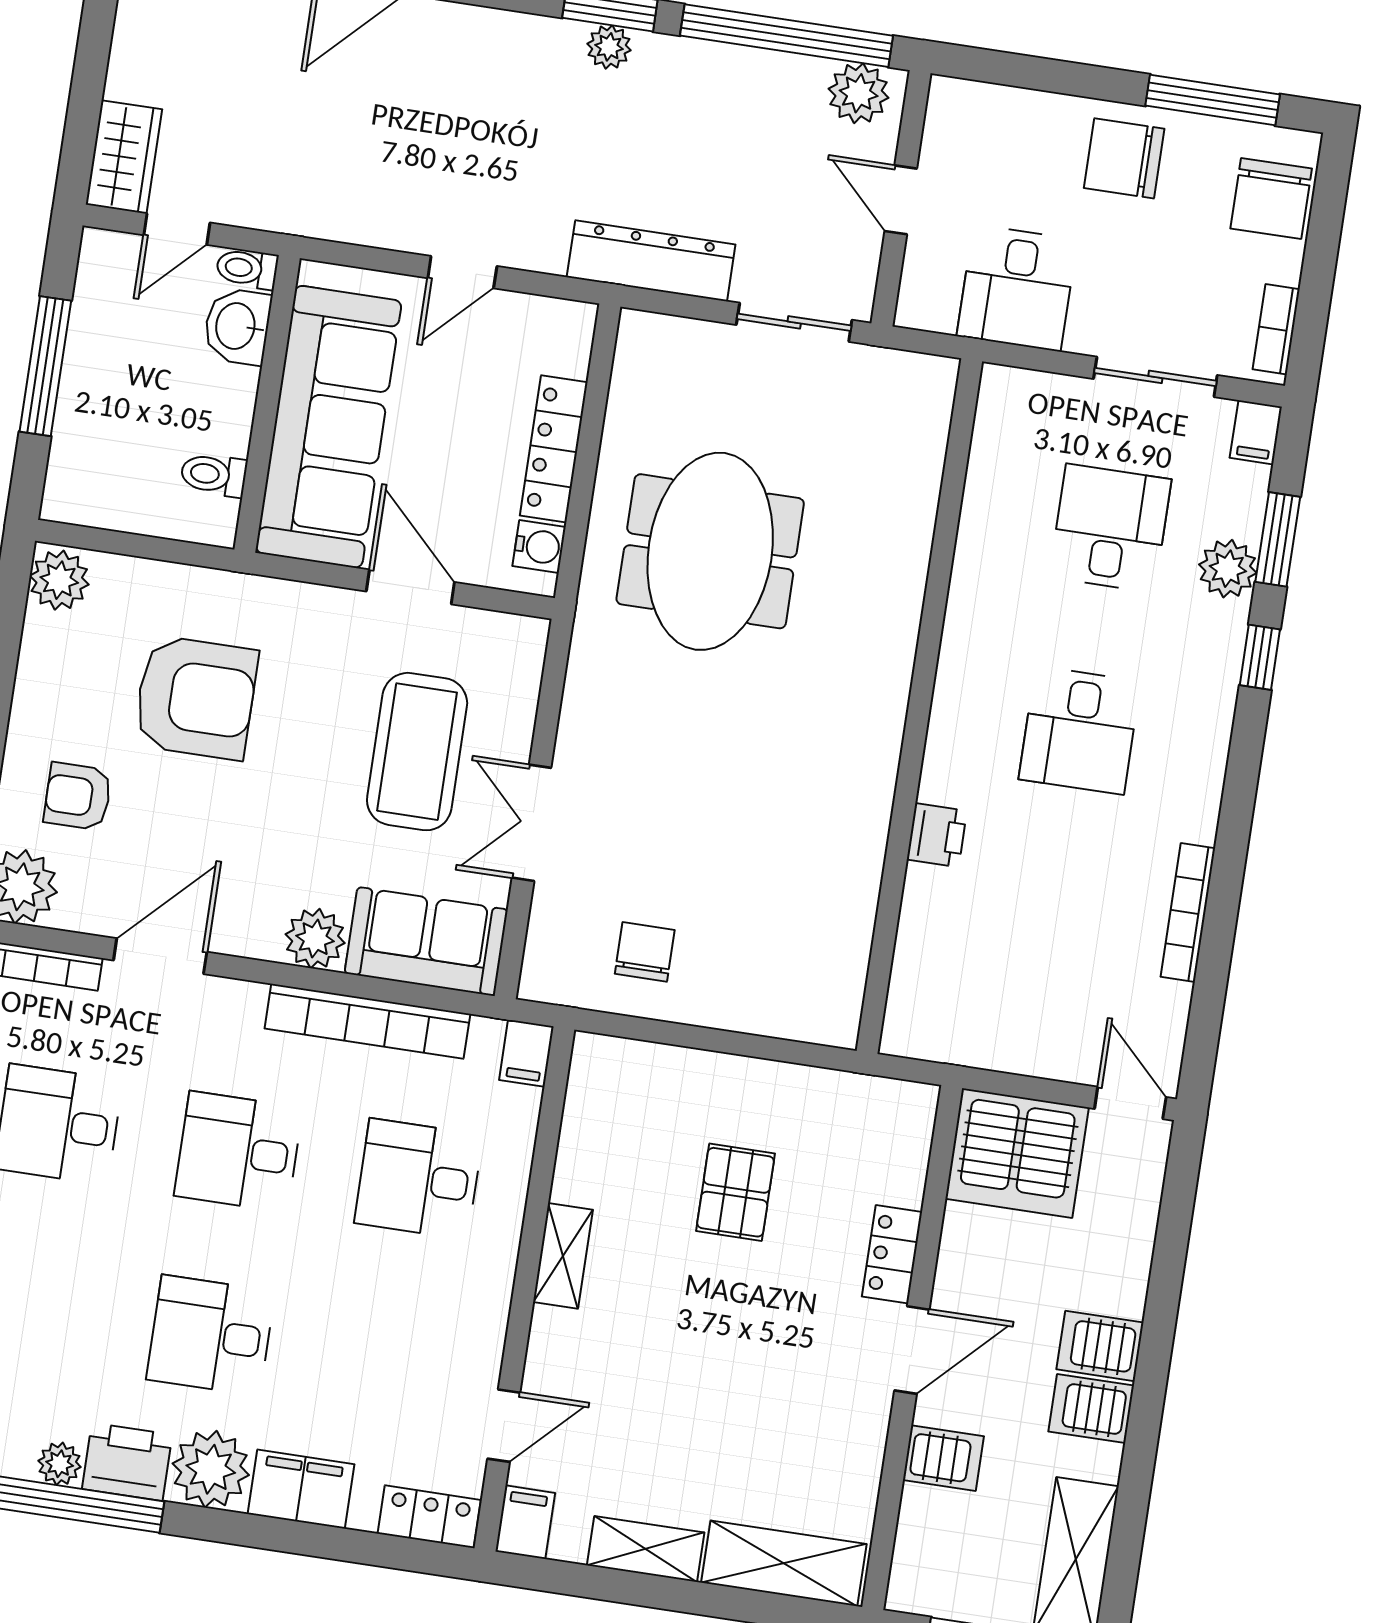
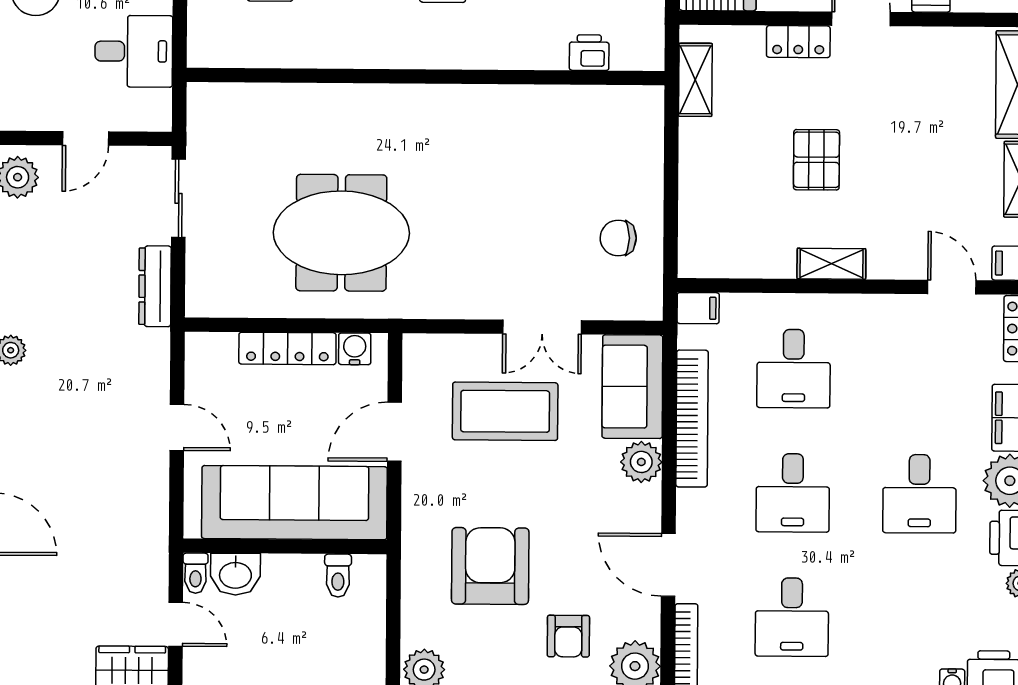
dresser: (651, 261) -> (155, 286), width x0.73, depth x0.80
printer: (937, 835) -> (589, 53), moved
shelving: (858, 1097) -> (695, 80), added
pallet: (736, 1192) -> (816, 160), moved, turned 90

